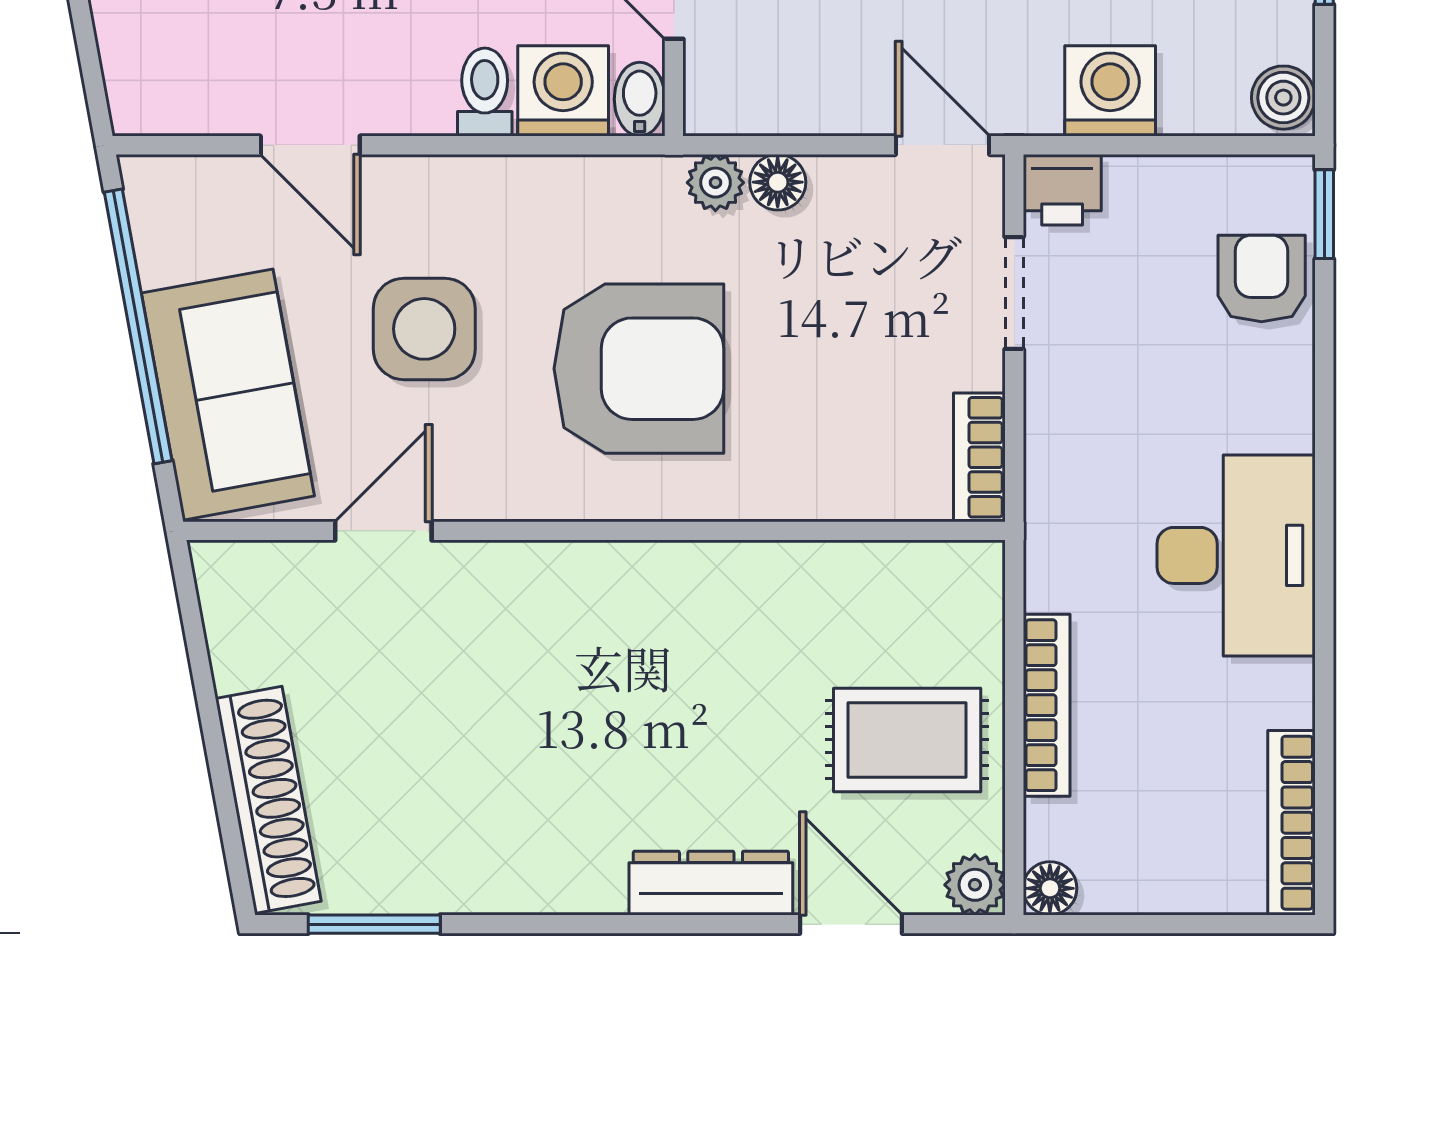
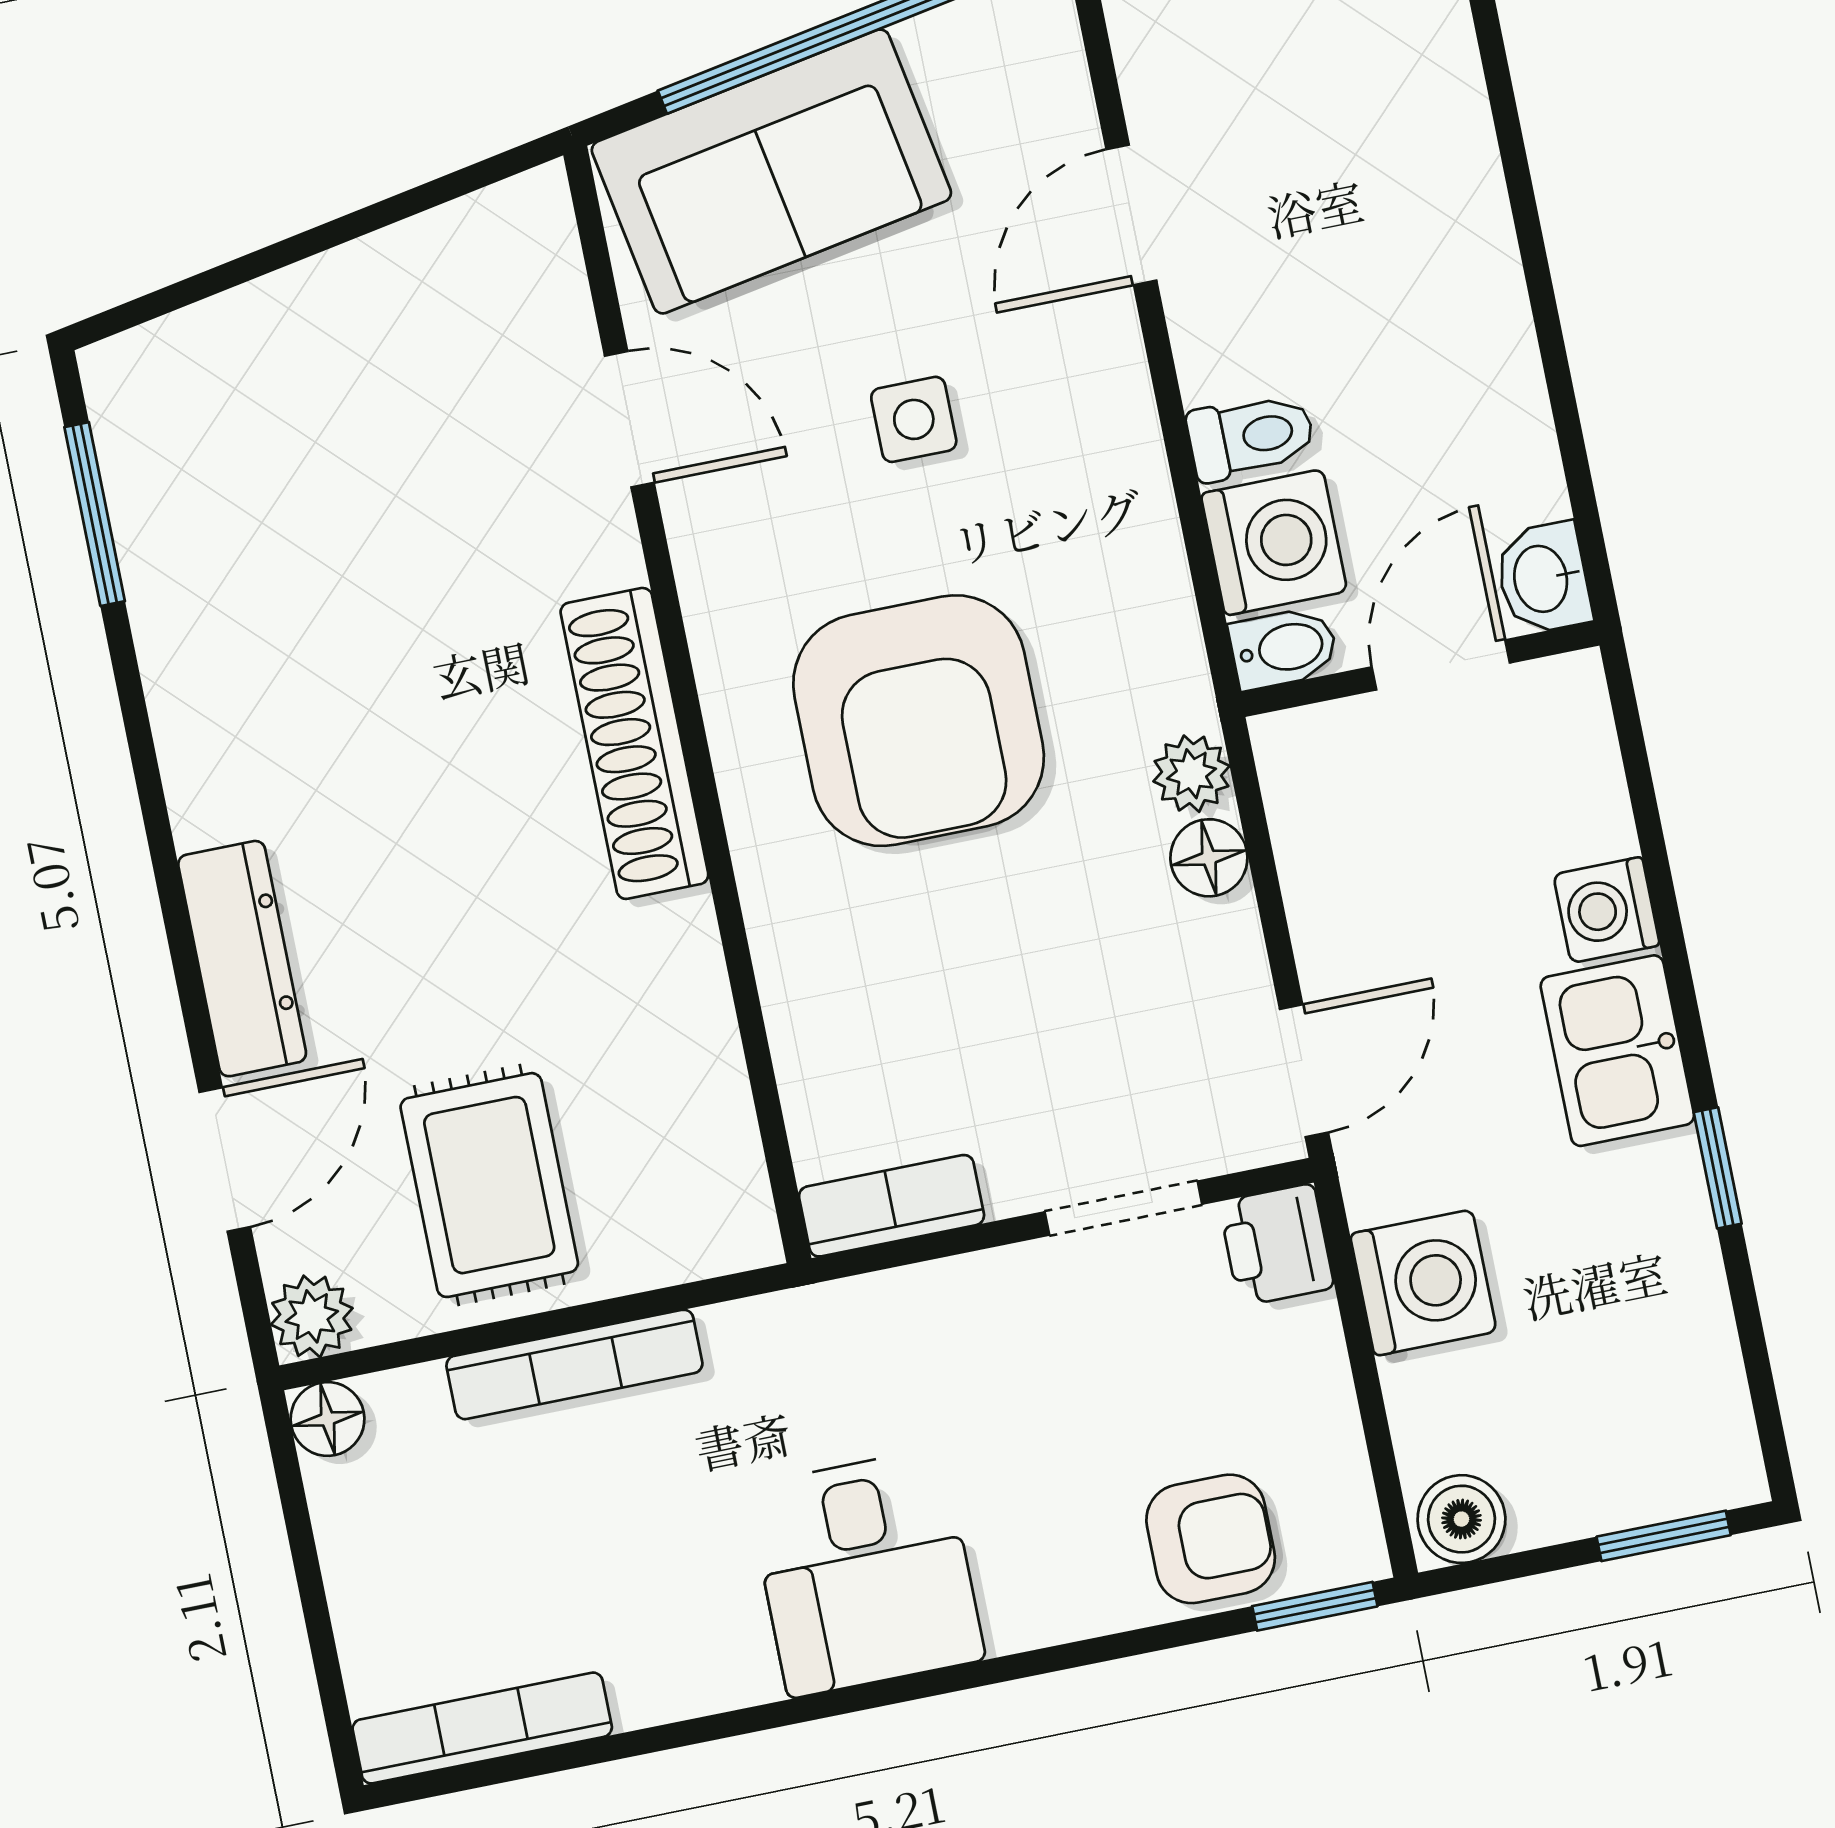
side table: (424, 329) -> (914, 419), width x0.54, depth x0.54
desk: (1236, 555) -> (866, 1573), width x0.73
shoe rack: (268, 800) -> (634, 743), moved, turned 100

